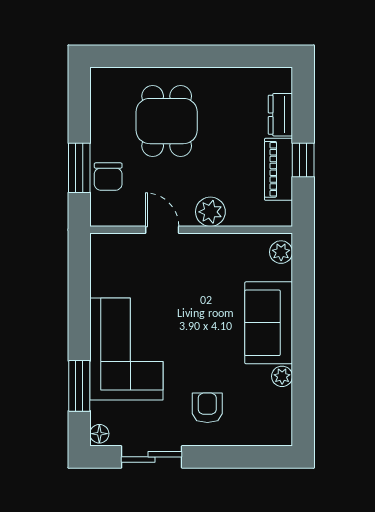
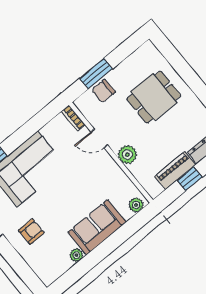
door: (162, 230) -> (99, 138), swing flipped
bookcase: (110, 241) -> (73, 118), added

